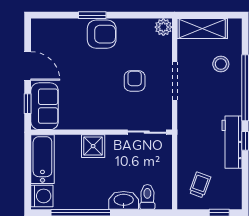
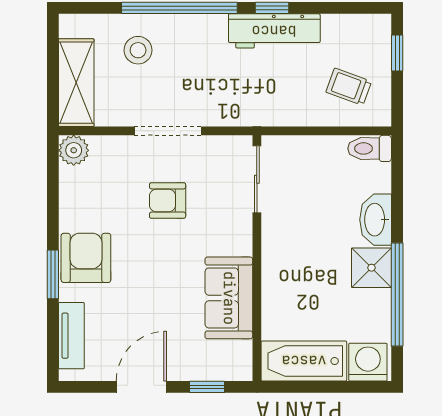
tv unit: (57, 26) -> (71, 336), added
sofa: (45, 106) -> (229, 298), moved, turned -90
shower: (93, 146) -> (371, 268), moved
toilet: (147, 197) -> (370, 148), moved

